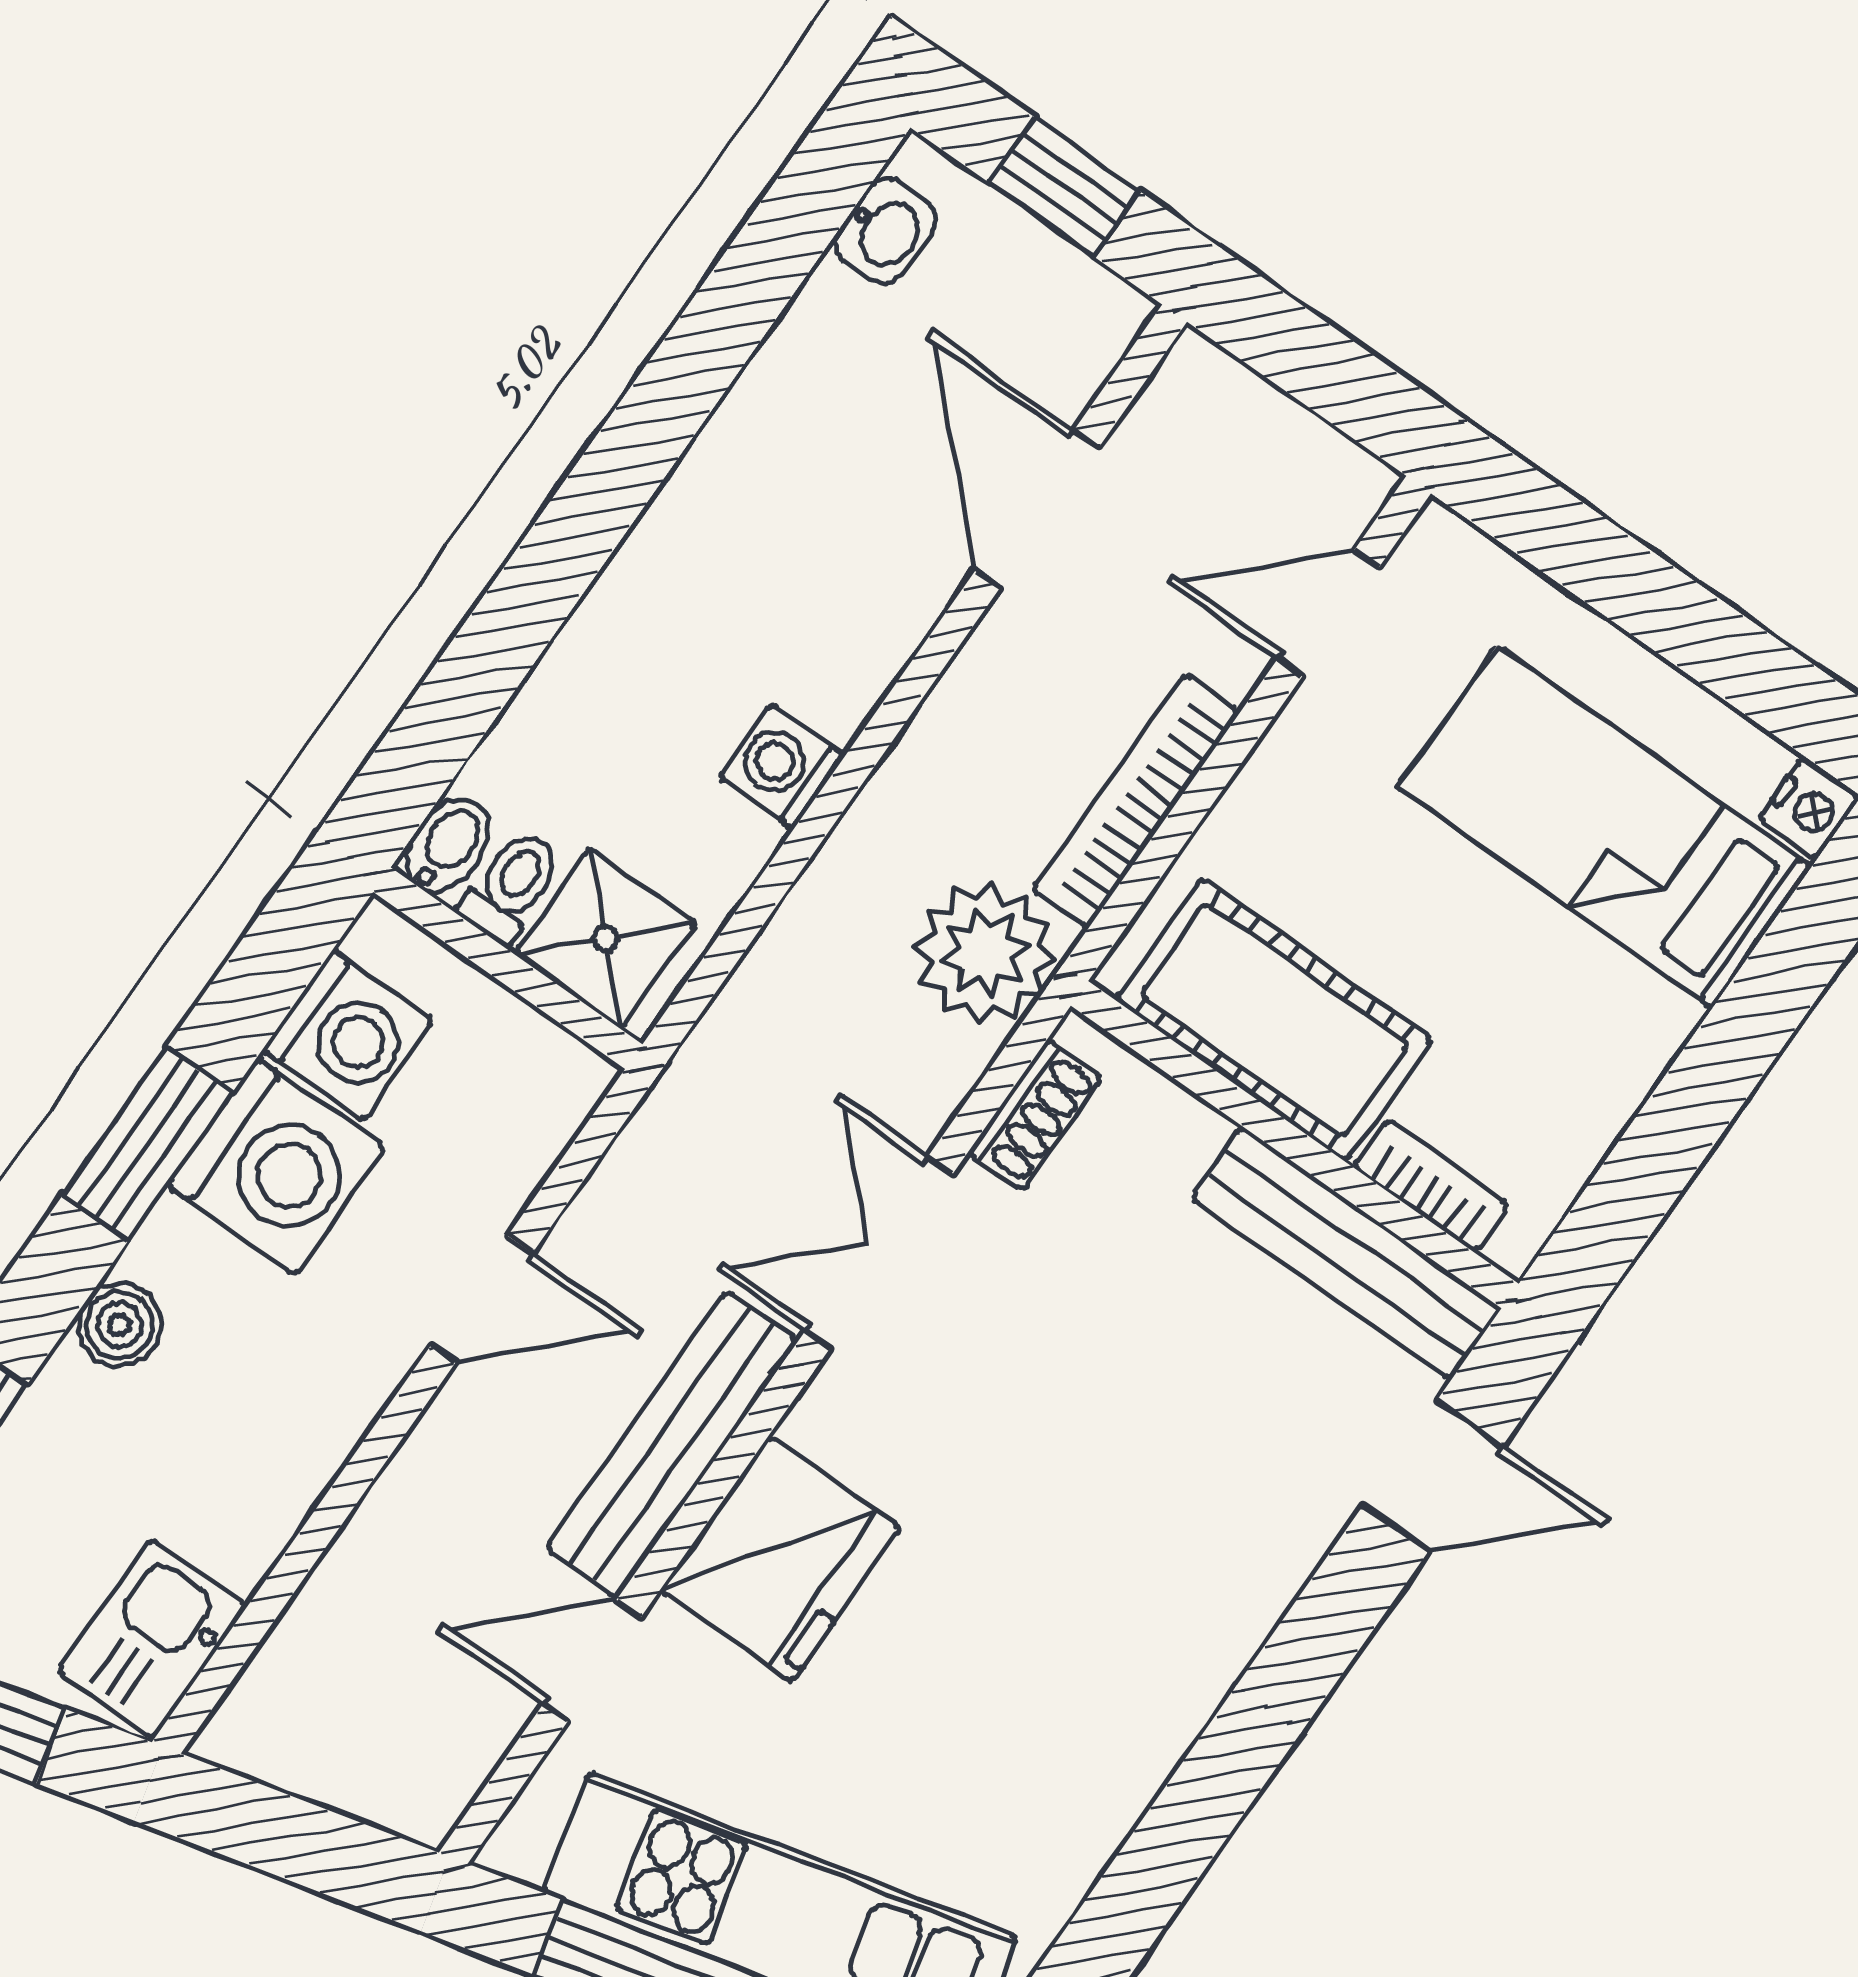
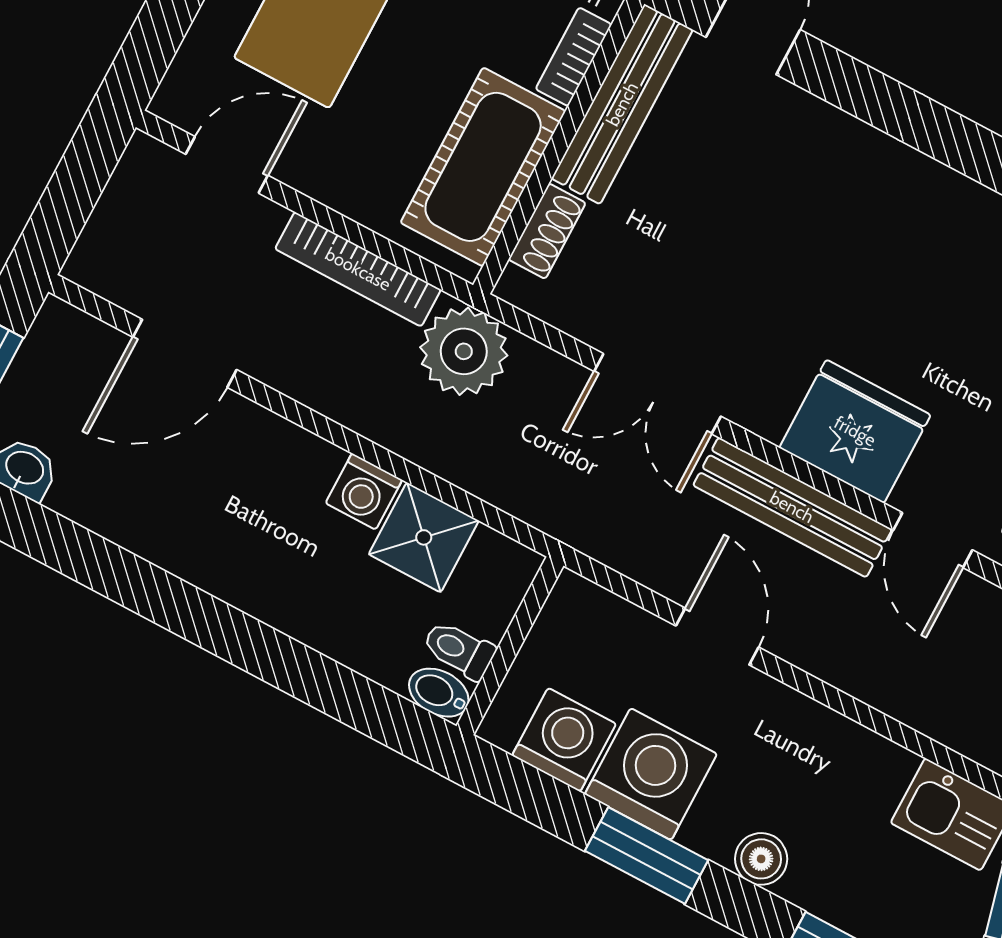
door: (1328, 613) -> (227, 165), swing flipped
shower: (605, 938) -> (424, 537), moved
shoe rack: (1035, 1115) -> (547, 231), moved, turned 90

